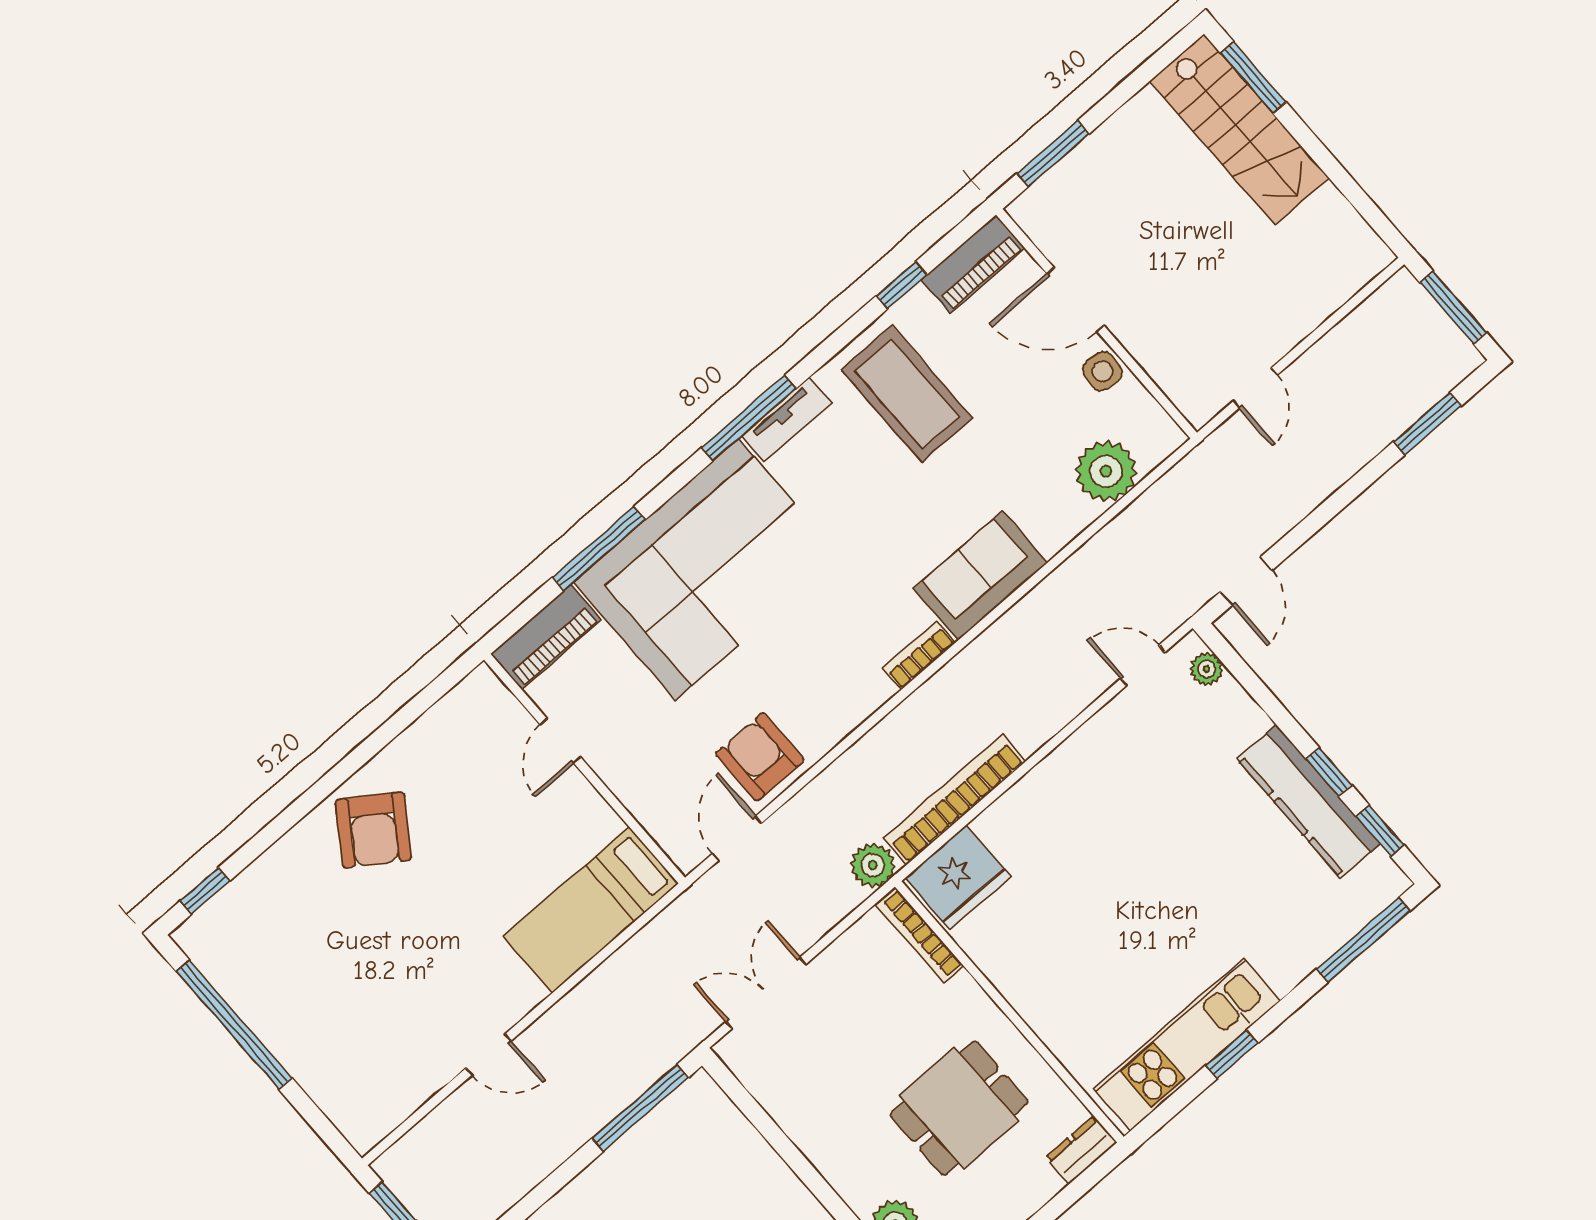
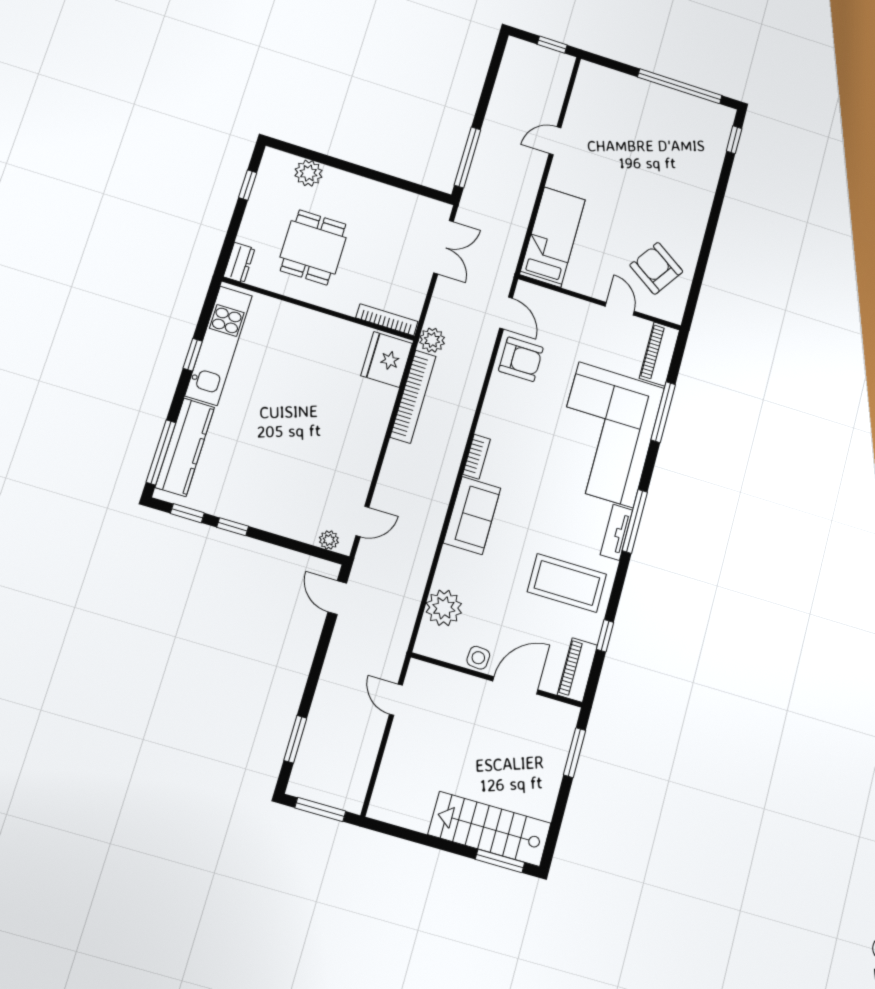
kitchen counter: (1308, 801) -> (185, 447), moved, turned 90
armchair: (373, 830) -> (656, 268), moved

